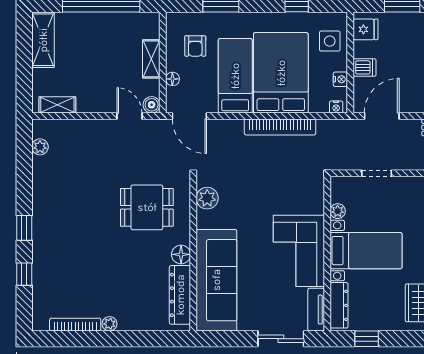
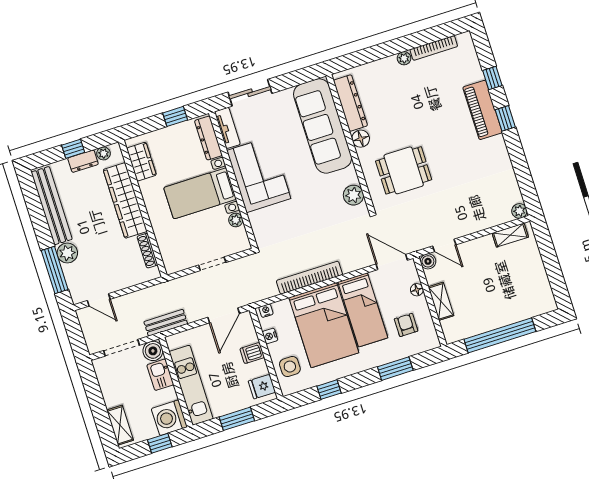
shelving: (43, 40) -> (541, 288), removed
plant: (40, 147) -> (519, 211), moved
piano: (45, 244) -> (482, 110), added

